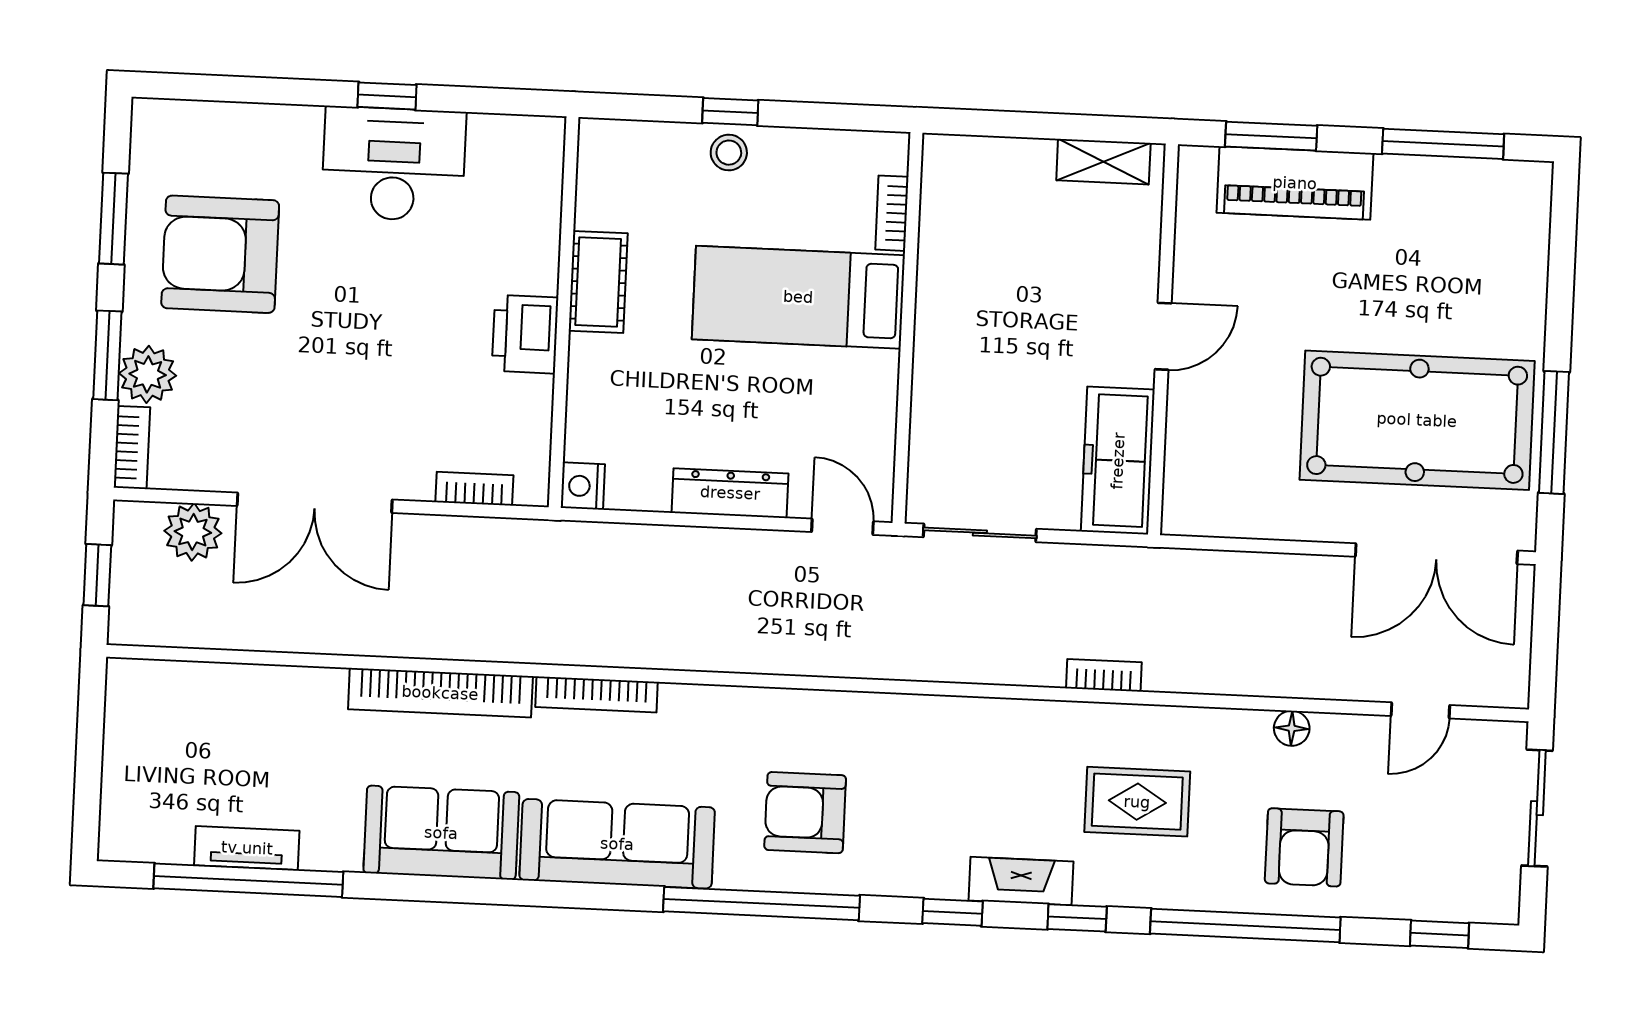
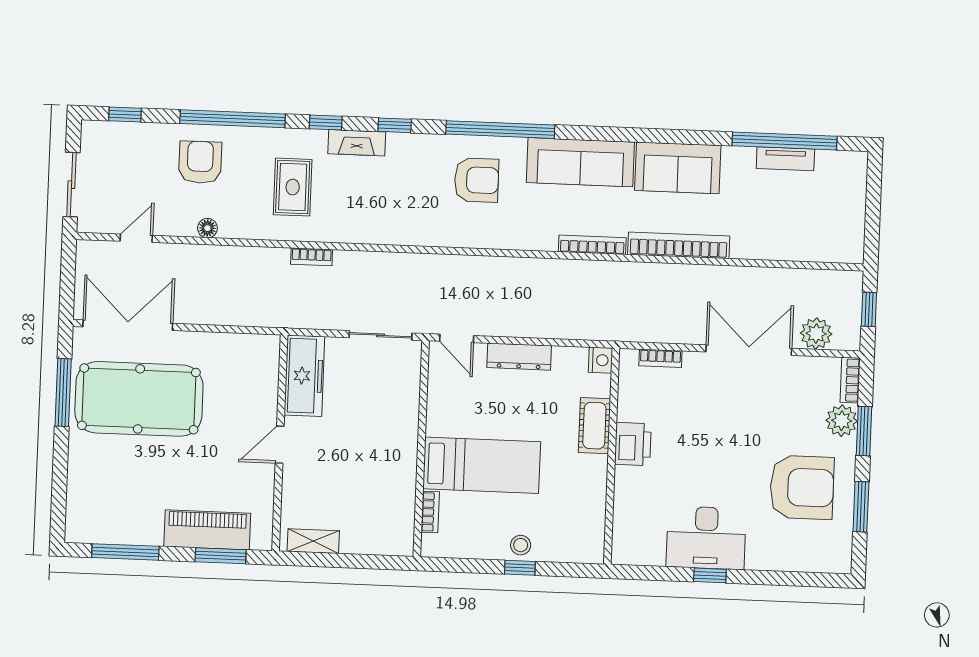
cot: (598, 282) -> (594, 426), moved
rug: (1137, 802) -> (293, 187), turned 90

